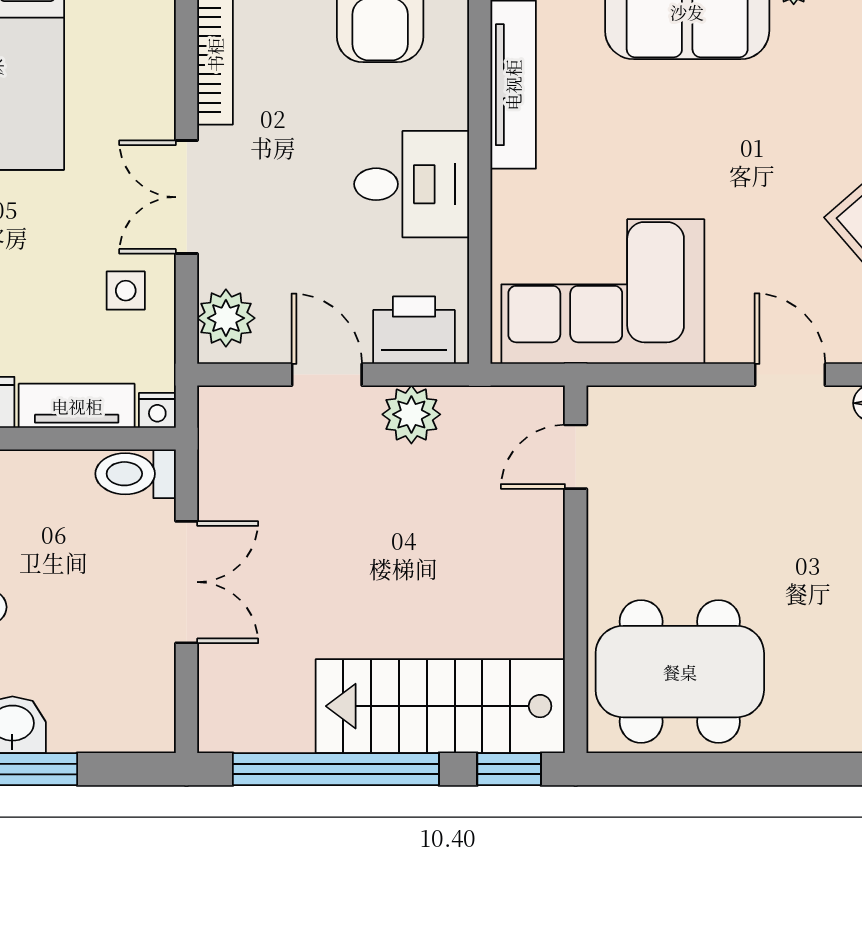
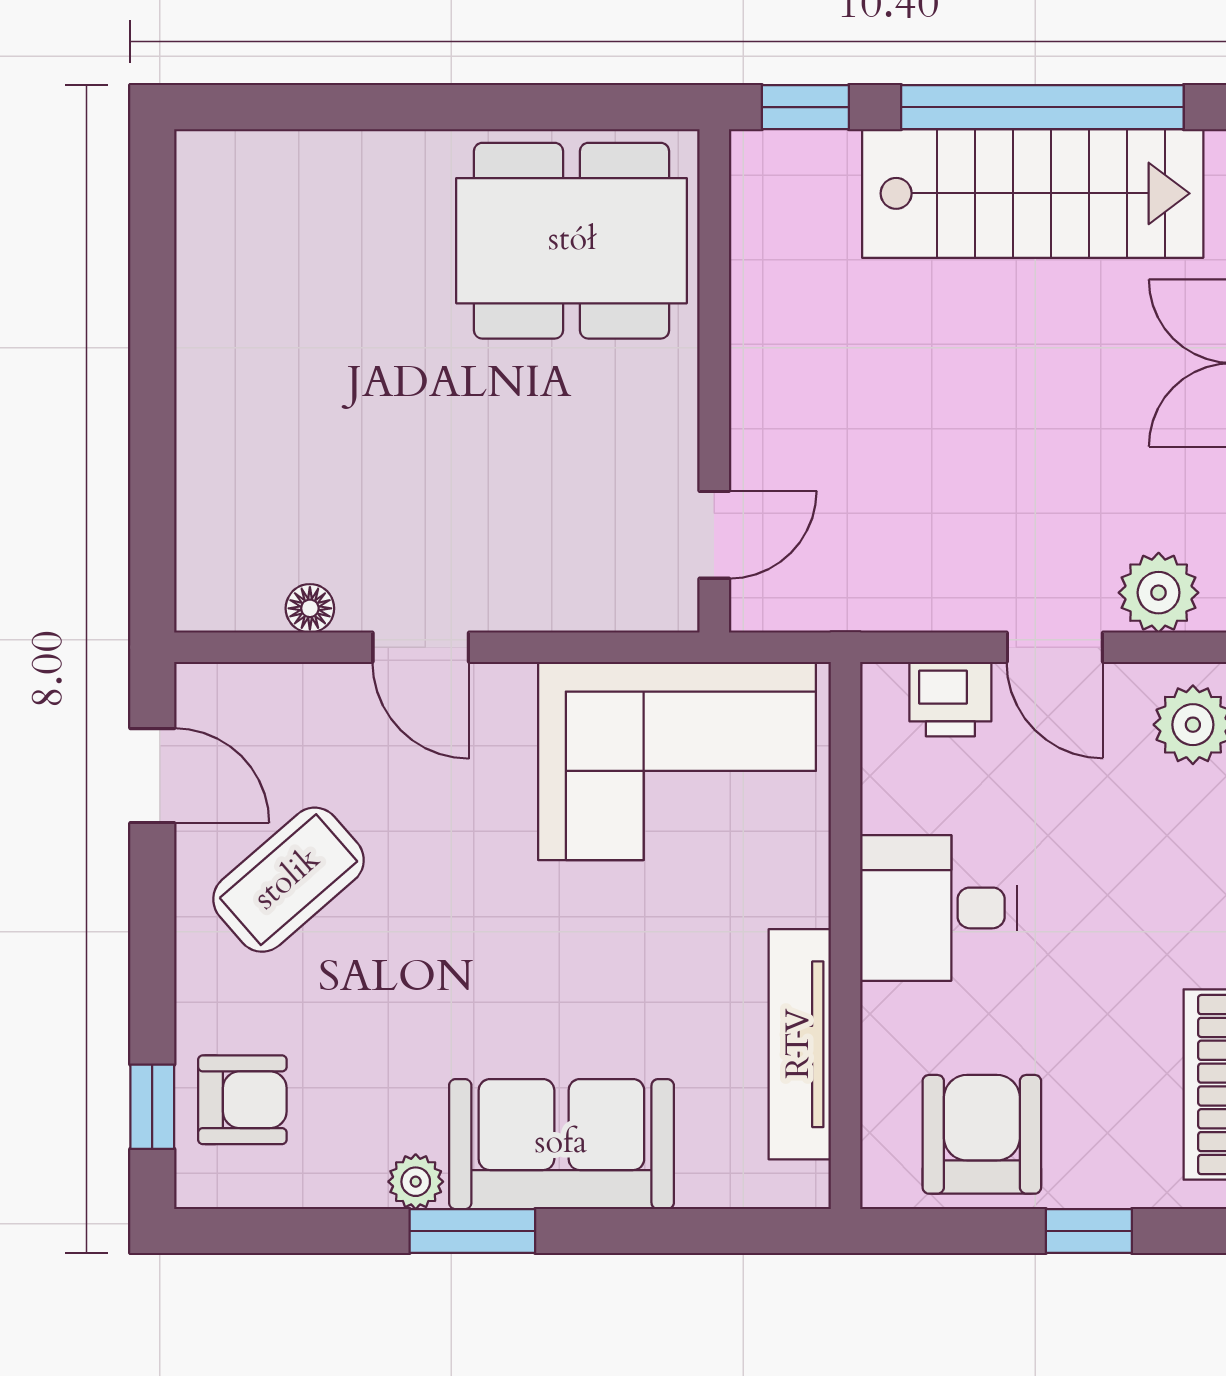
printer: (414, 330) -> (950, 699), width x0.73, depth x0.81
plant: (411, 414) -> (1159, 593), moved
stairs: (440, 706) -> (1033, 193), moved

